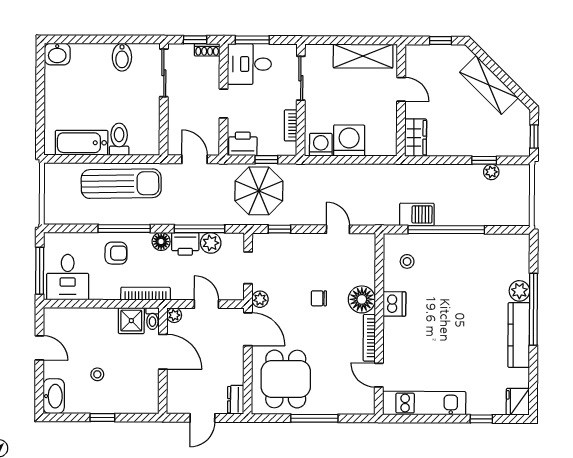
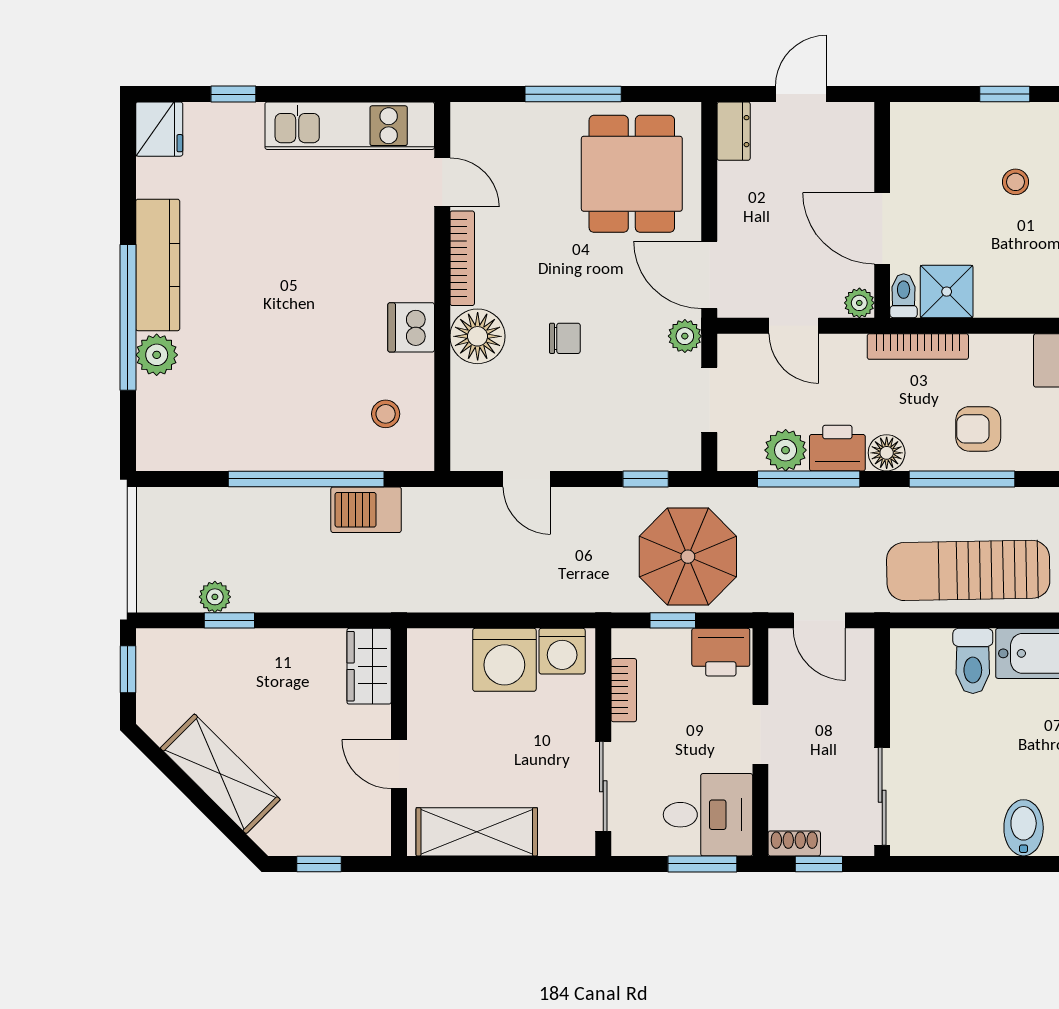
bidet: (122, 57) -> (1024, 828), moved

